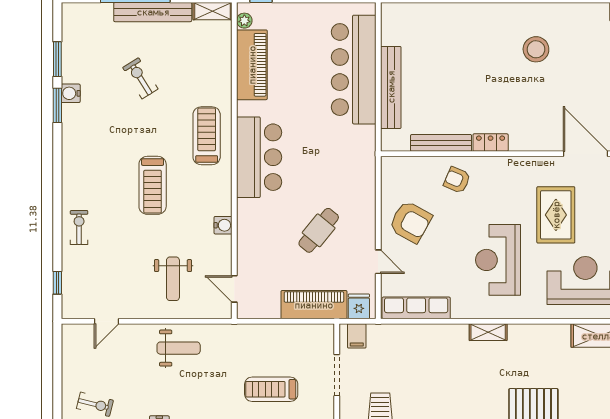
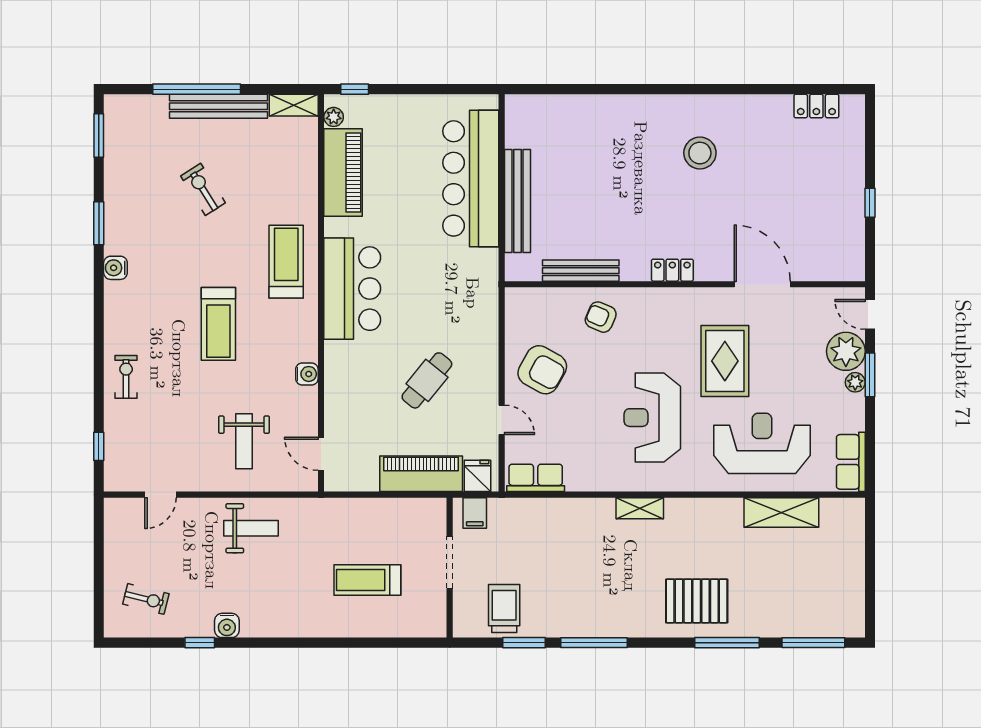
window: (57, 59) -> (99, 136), moved
water cooler: (71, 93) -> (115, 268), moved
locker: (491, 143) -> (672, 270), moved
row of seats: (416, 308) -> (536, 478), width x0.68

